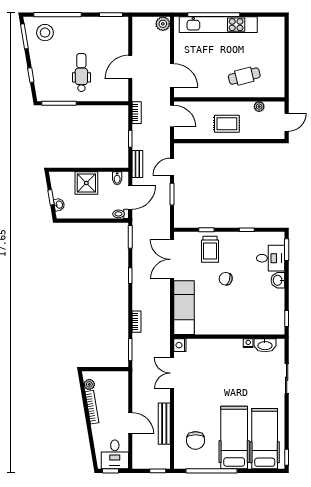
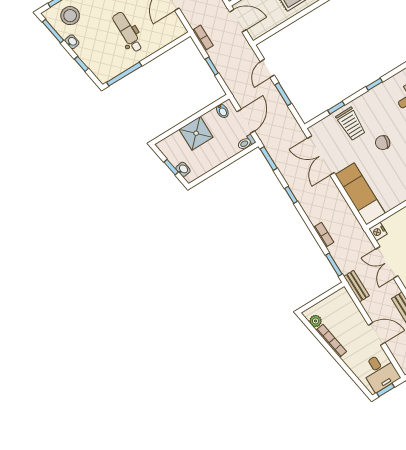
washbasin: (34, 54) -> (72, 42), added
bench: (137, 164) -> (356, 286), moved

